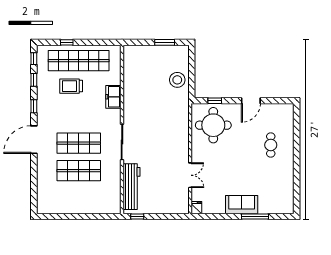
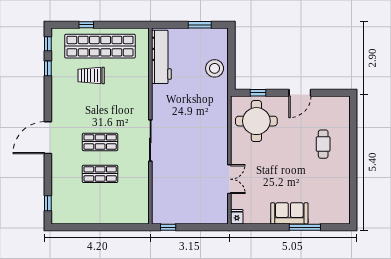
freezer: (113, 97) -> (140, 88), removed
window: (34, 106) -> (48, 203), moved
shop shelf: (79, 143) -> (100, 142), width x0.70, depth x0.74
shop shelf: (79, 171) -> (100, 174), width x0.70, depth x0.74
workbench: (131, 187) -> (161, 57), moved

